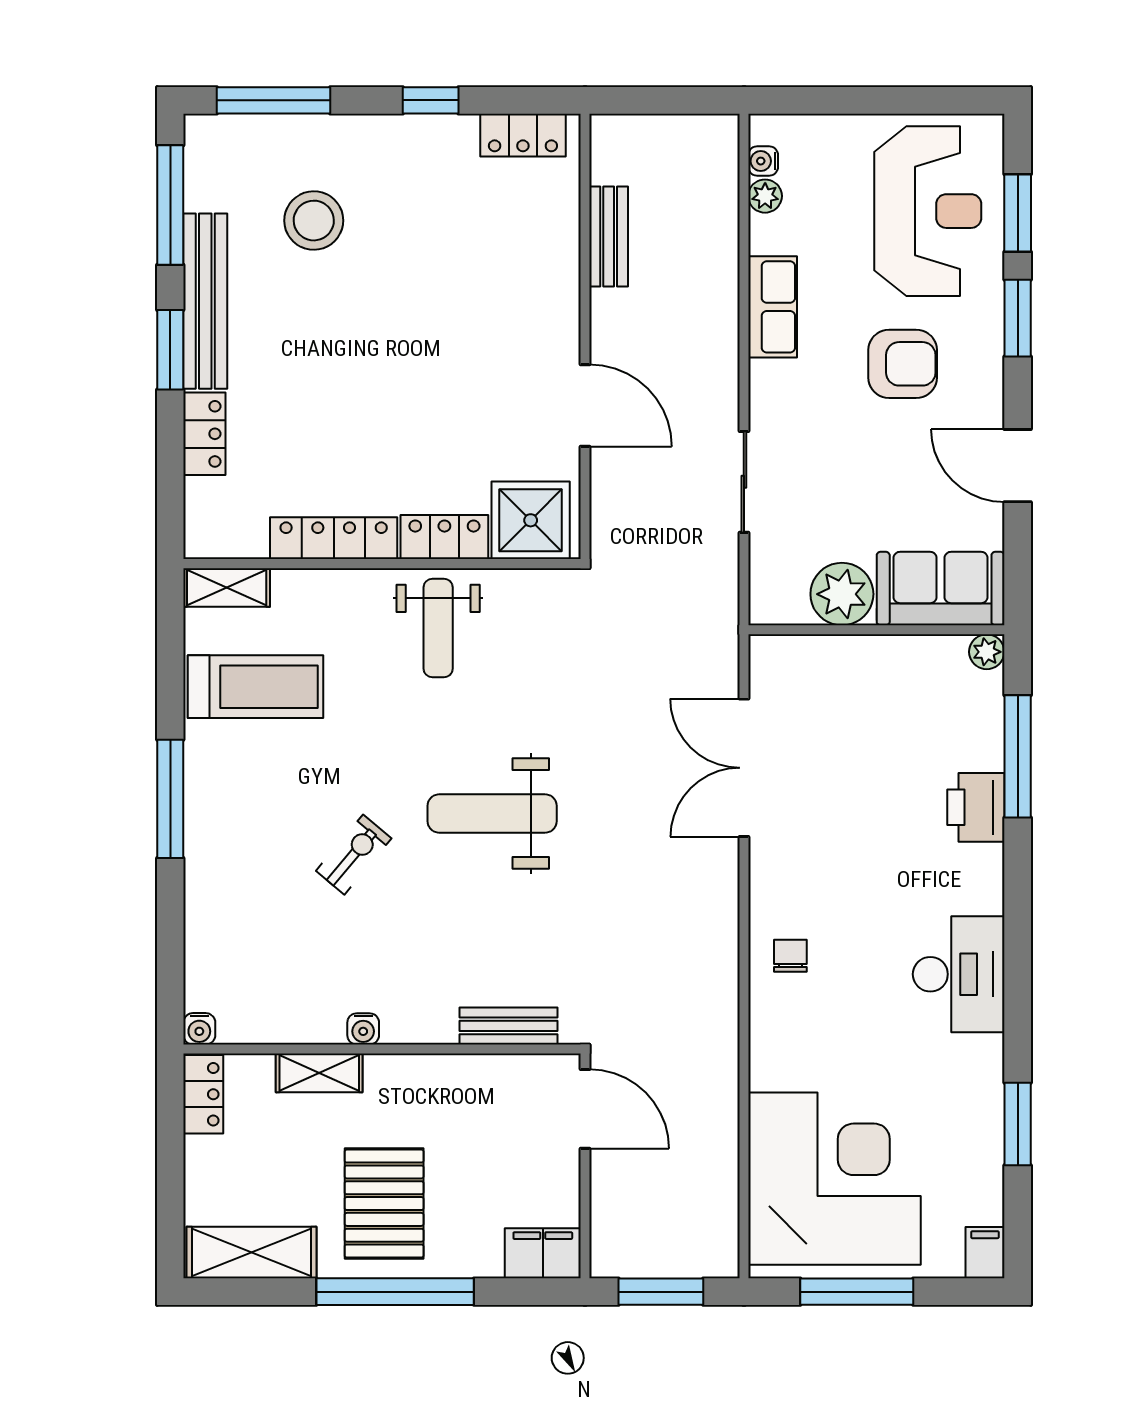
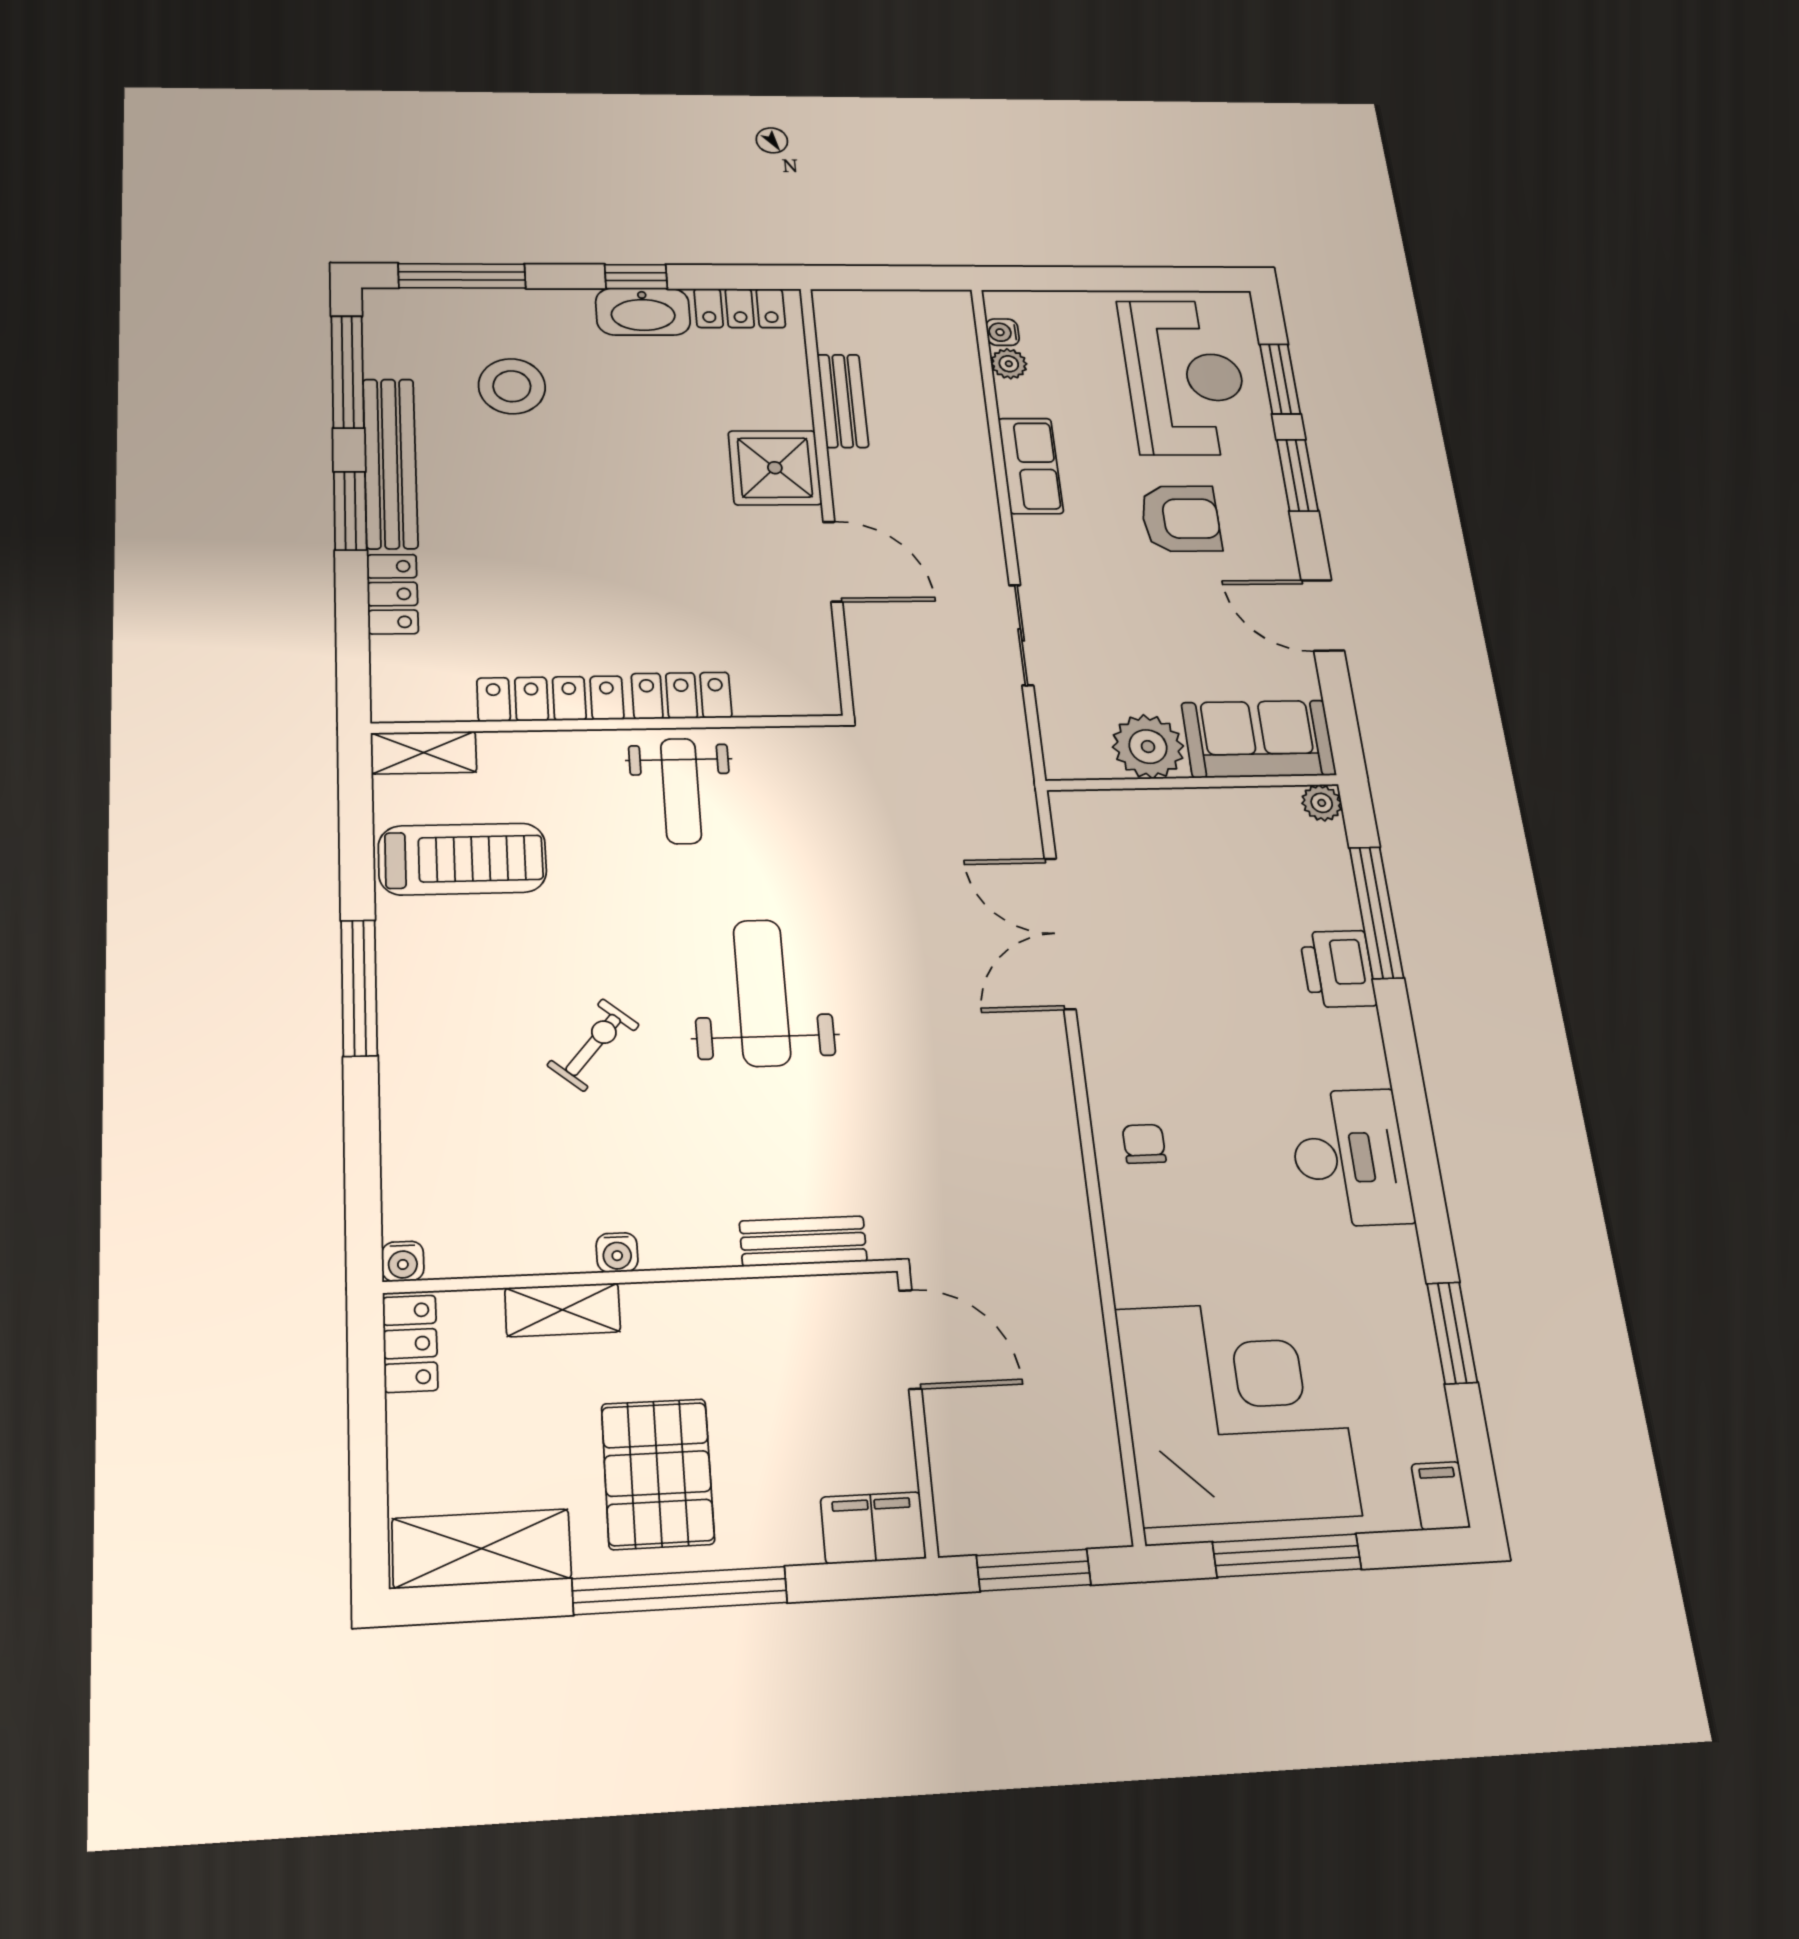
washbasin: (435, 139) -> (643, 312), added
shower: (531, 520) -> (775, 468), moved
weight bench: (492, 814) -> (762, 993), turned 90

